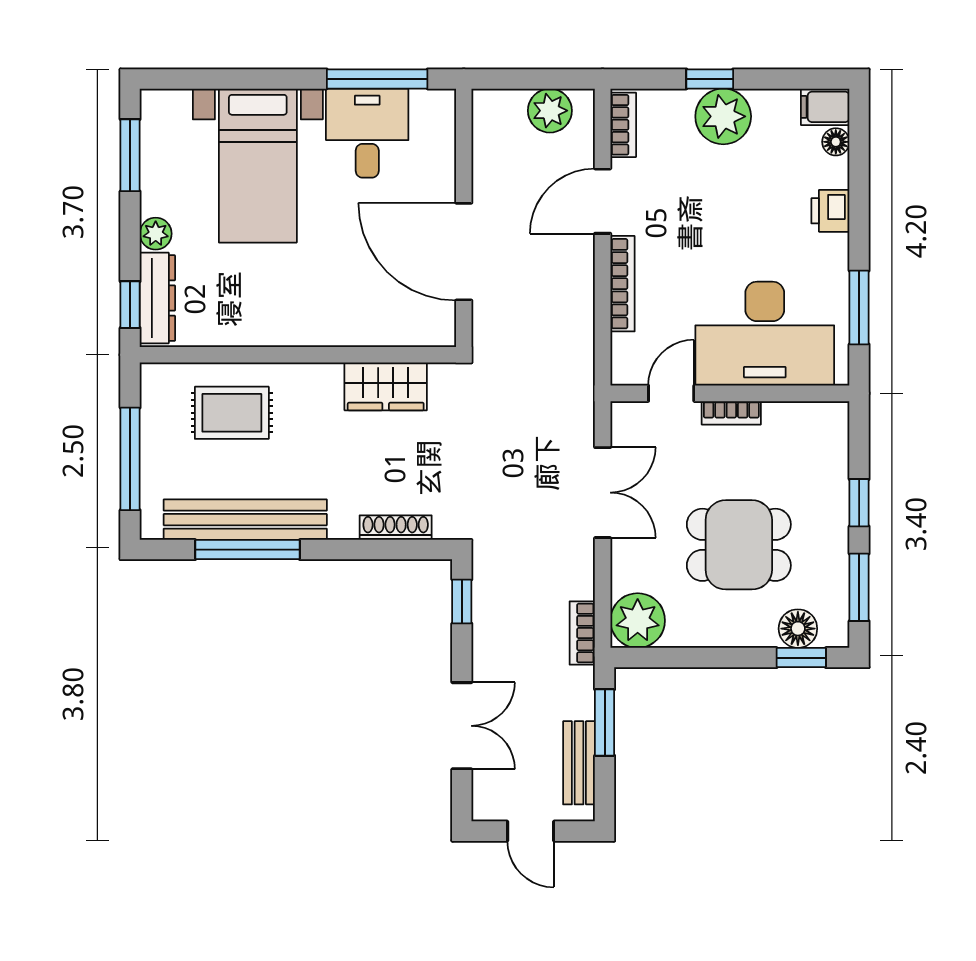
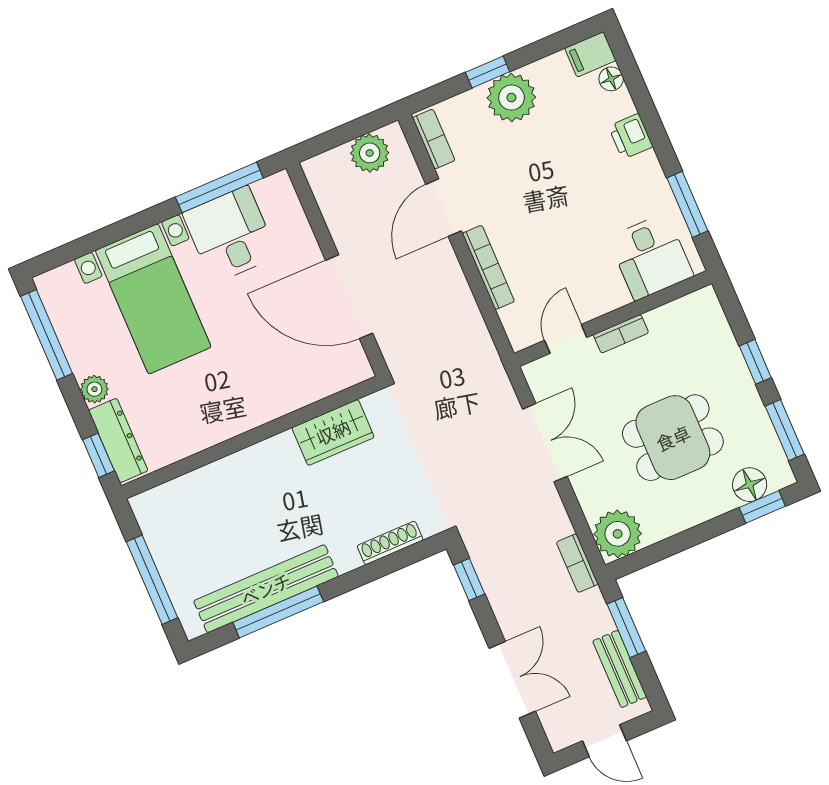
window: (130, 155) -> (47, 335), width x1.44
desk: (765, 334) -> (651, 257), width x0.53, depth x0.77
rug: (232, 413) -> (218, 507), removed

